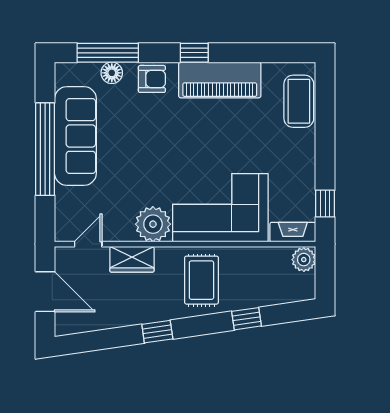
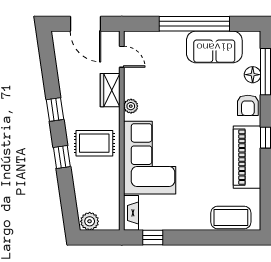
sofa: (75, 136) -> (214, 47), width x0.73
plant: (153, 224) -> (131, 106), width x0.53, depth x0.53
plant: (304, 260) -> (90, 221), moved
door: (45, 292) -> (86, 24), hinge flipped
window: (246, 319) -> (62, 157), moved

